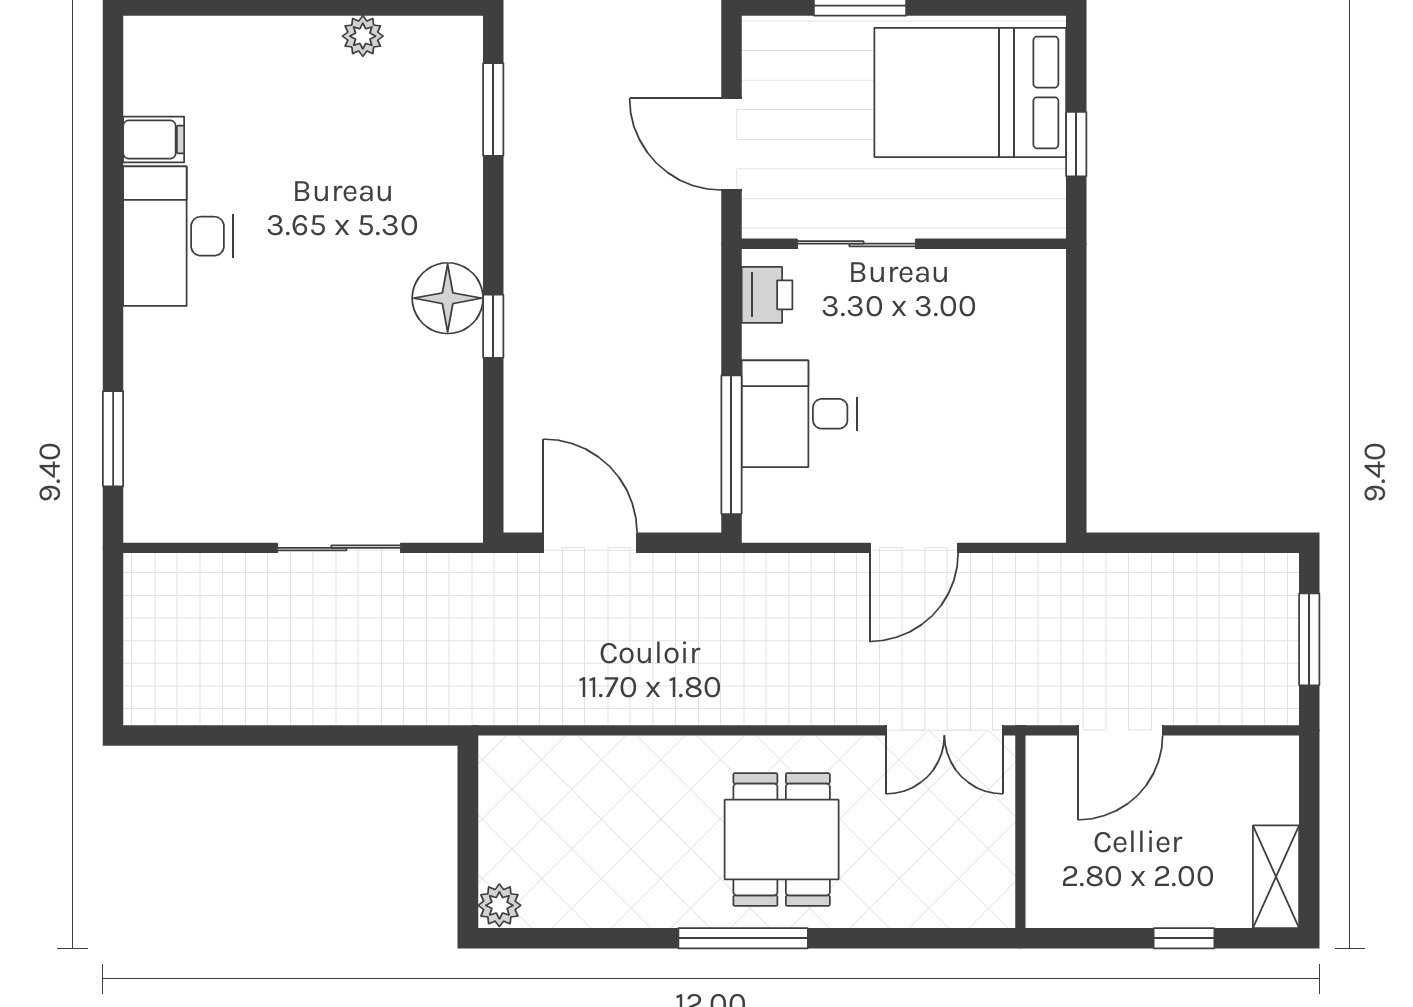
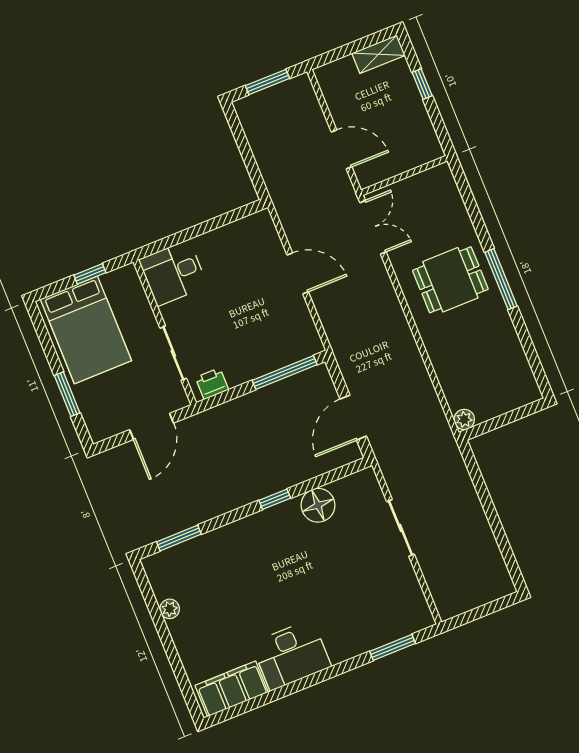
filing cabinet: (154, 140) -> (232, 689), width x3.00, depth x1.17
floor lamp: (448, 298) -> (318, 505), moved
desk: (799, 414) -> (173, 273), moved, turned 90
plant: (499, 905) -> (464, 419), moved

